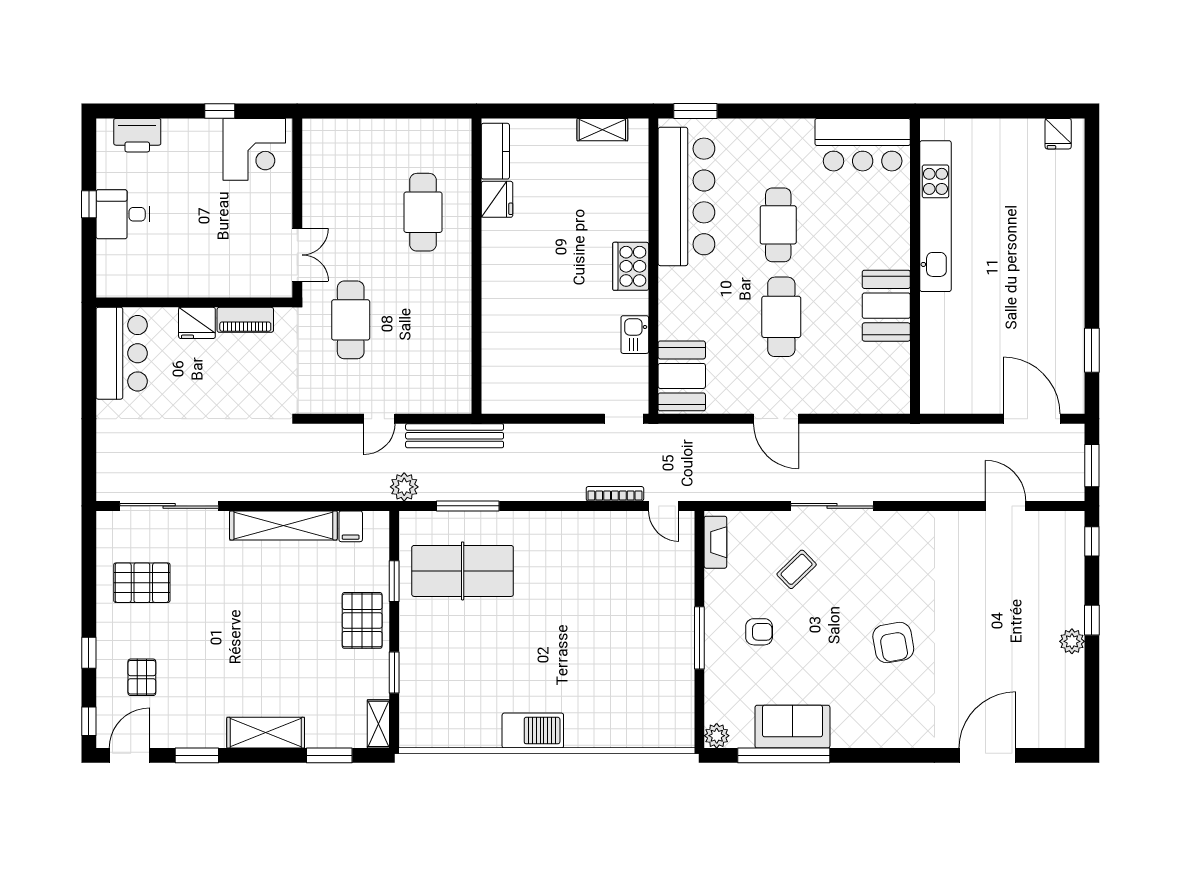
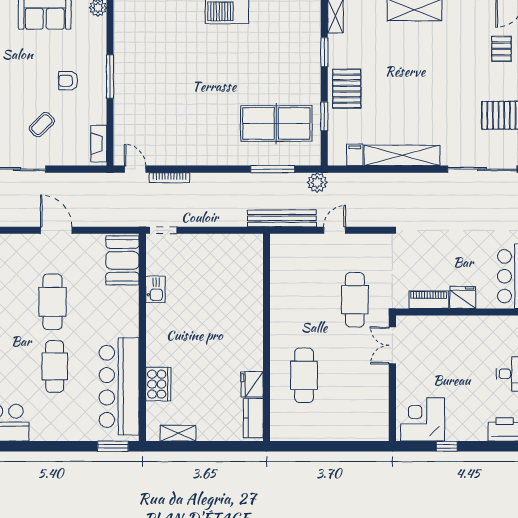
cooker: (631, 266) -> (158, 384), moved

